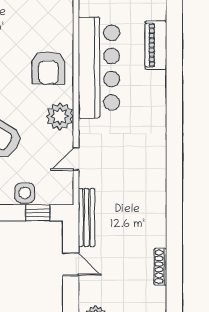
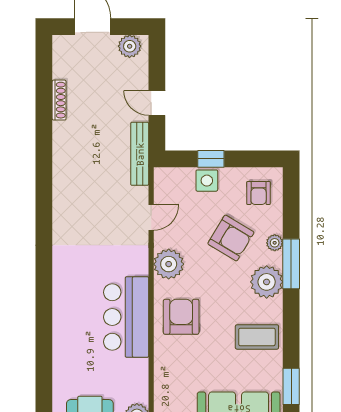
piano: (156, 45) -> (64, 341), removed
bar counter: (99, 68) -> (126, 317), width x0.73
window: (38, 213) -> (211, 159), moved

